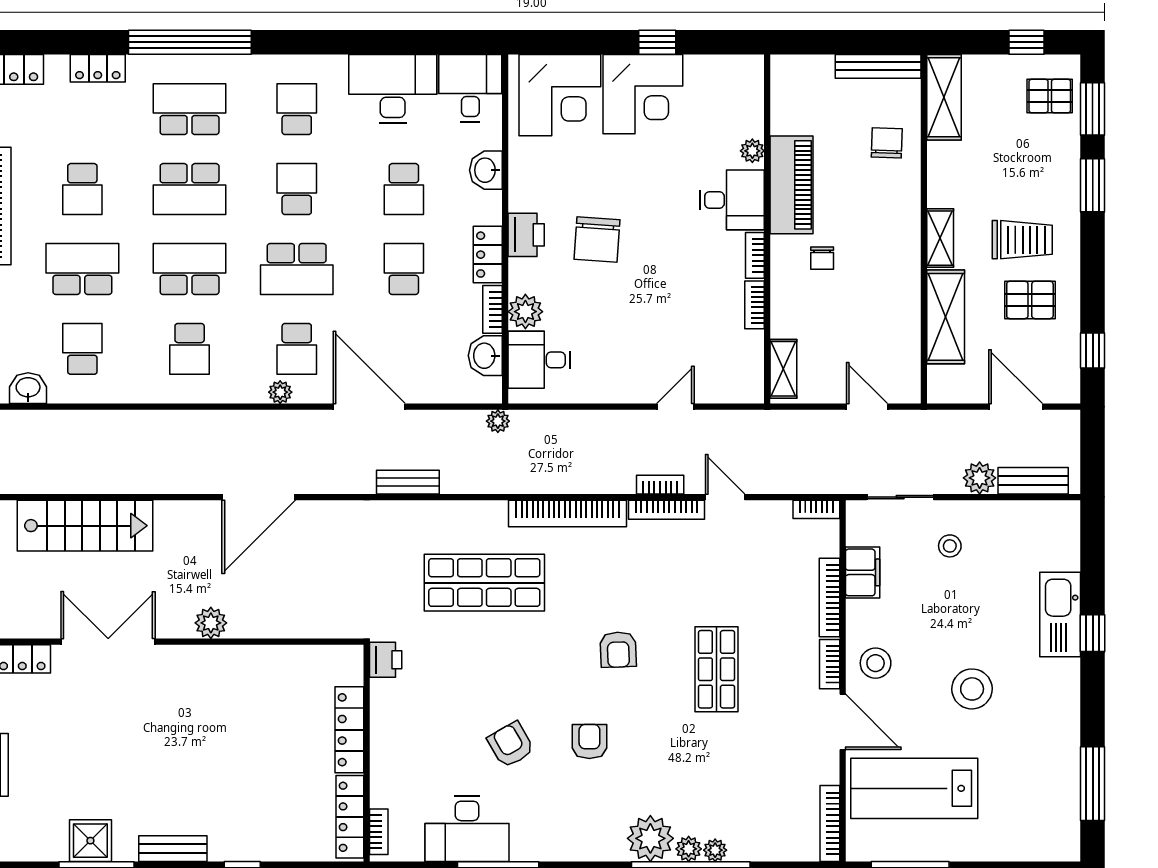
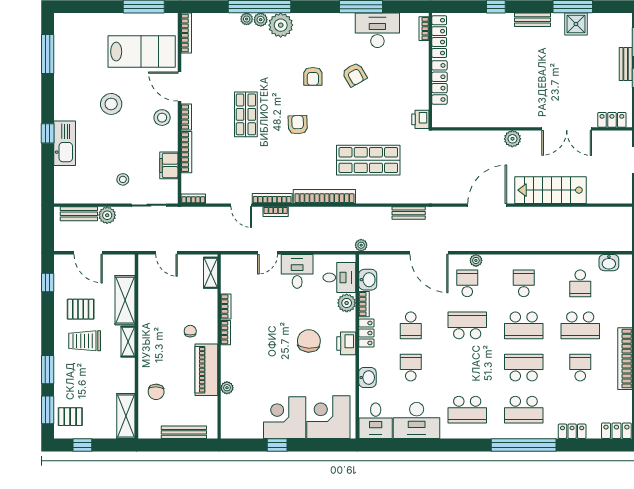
bench: (878, 66) -> (184, 432), moved
school desk: (297, 109) -> (467, 410), width x1.85
school desk: (297, 189) -> (467, 368), removed
desk: (732, 200) -> (297, 271), moved, turned 90
stairs: (85, 526) -> (550, 190), moved

